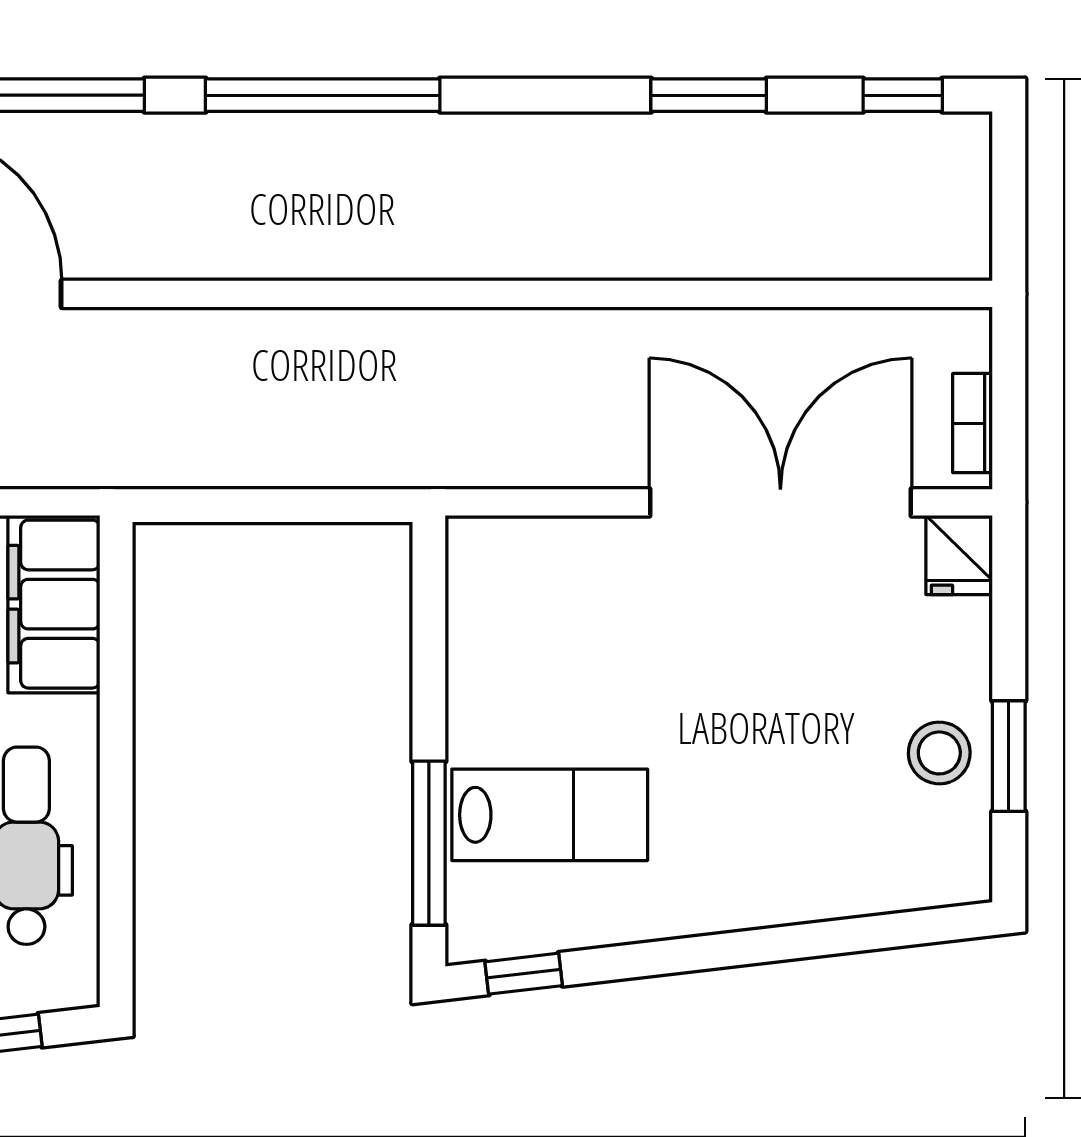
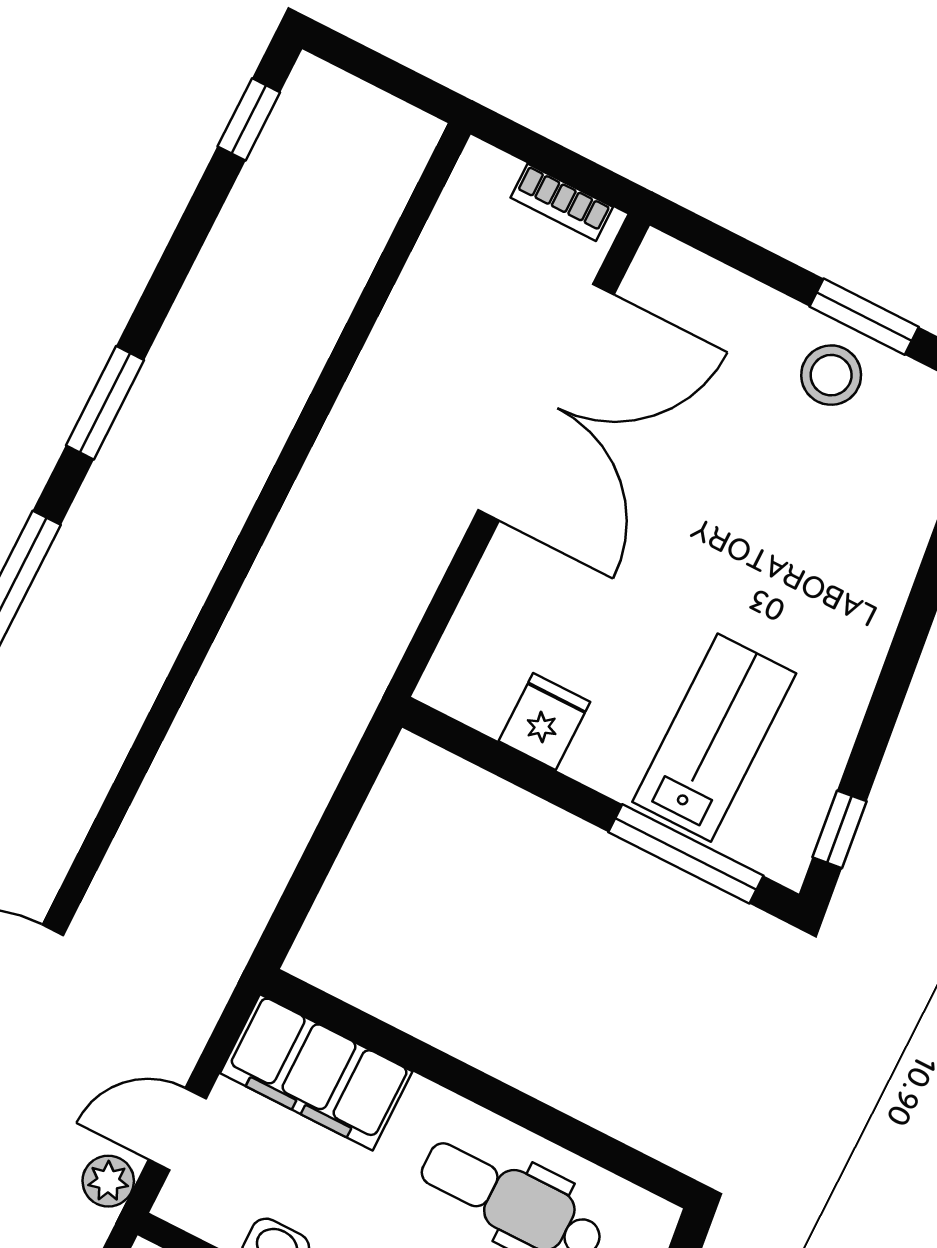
window: (709, 95) -> (105, 403), moved
double door: (780, 502) -> (546, 402), swing flipped
fridge: (959, 555) -> (544, 722), moved, turned -90

